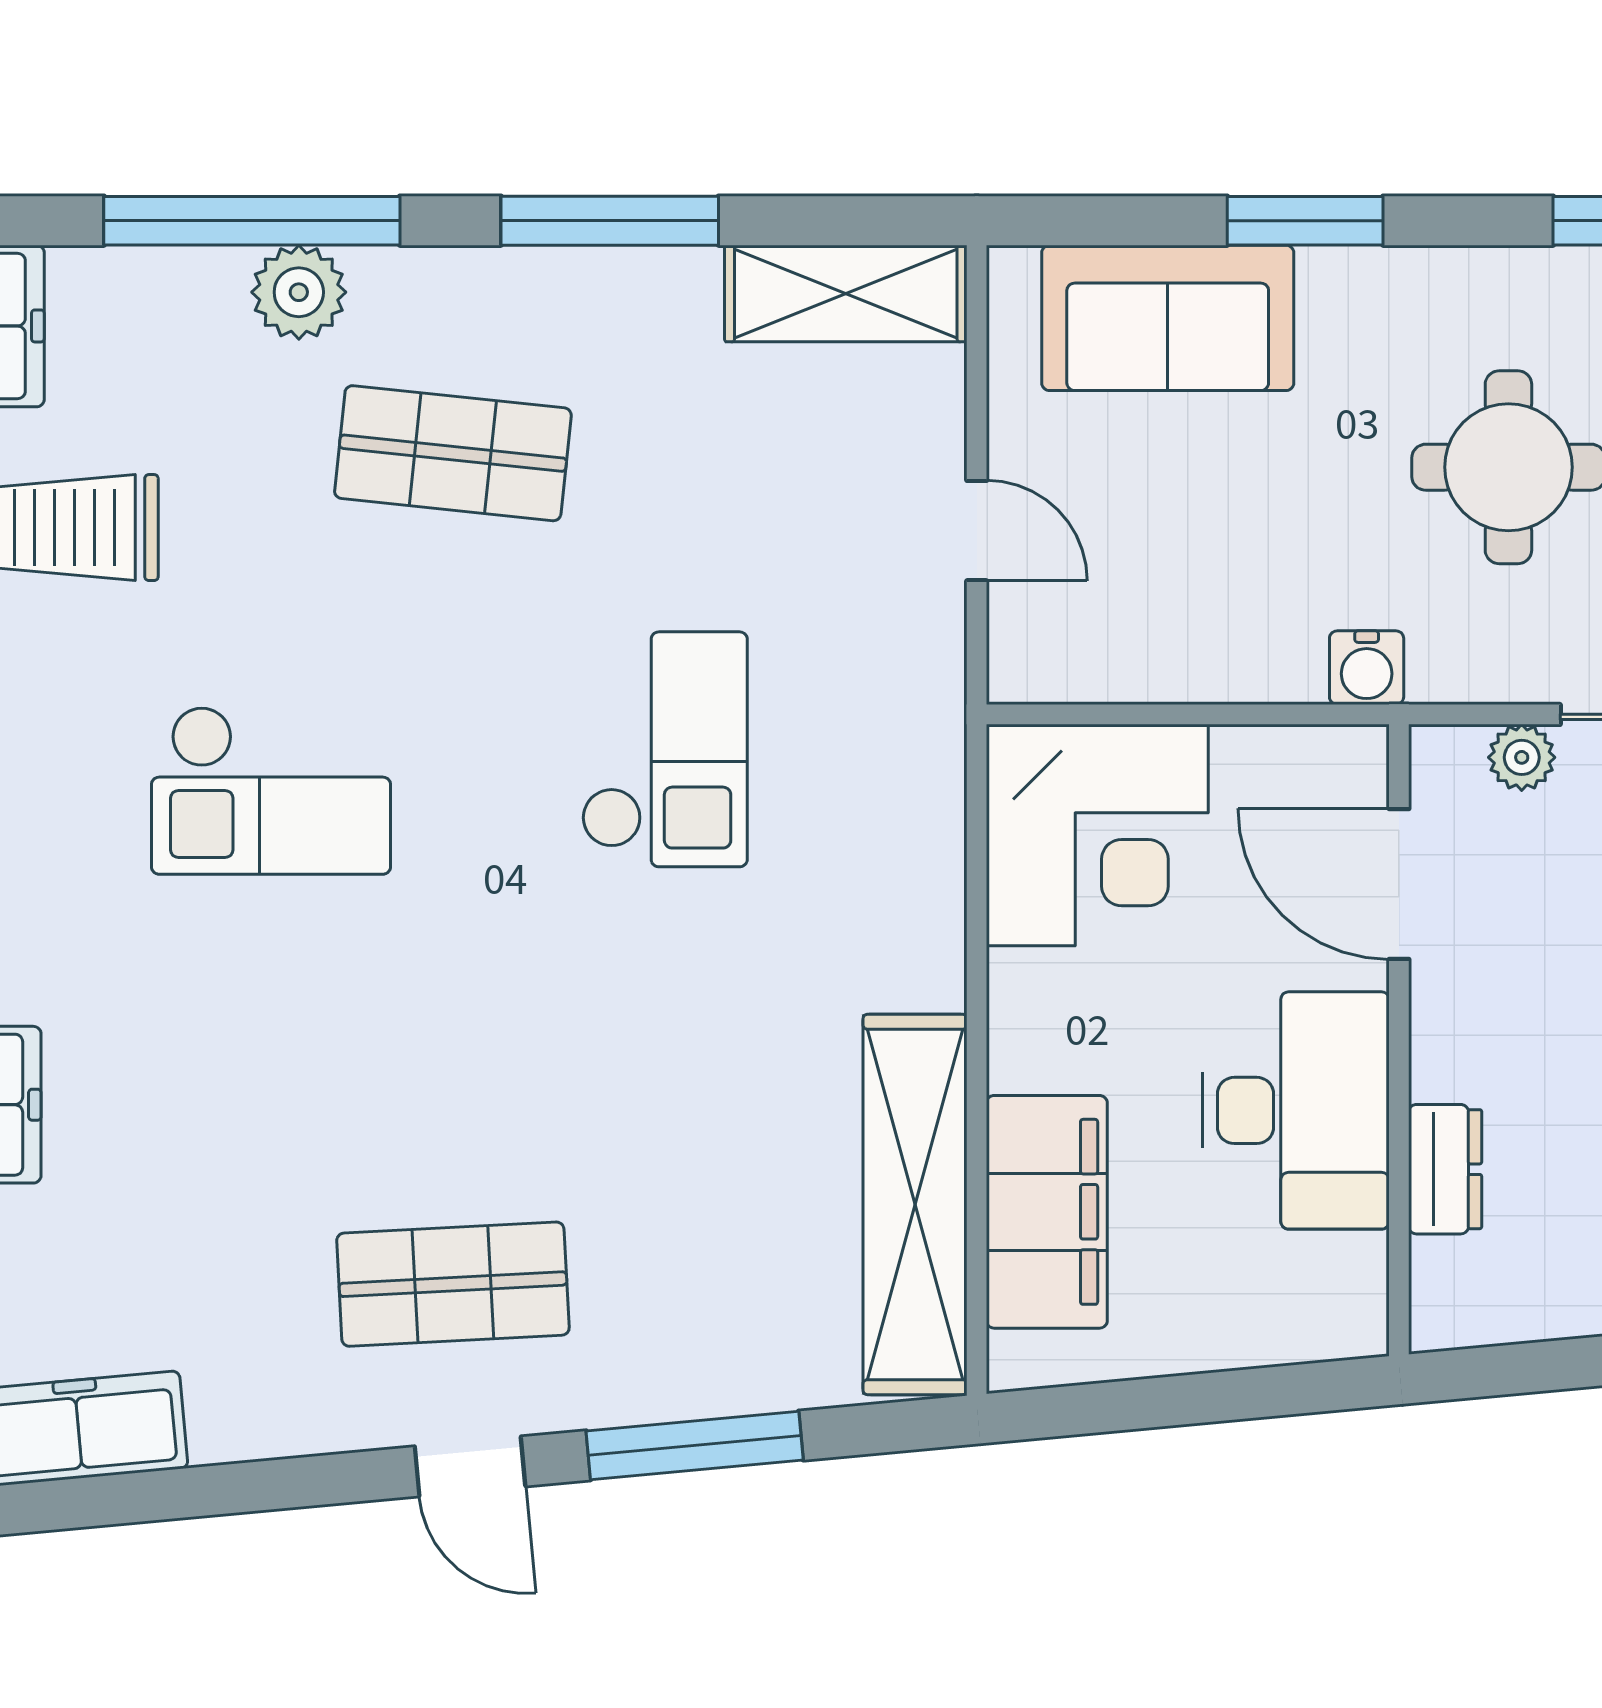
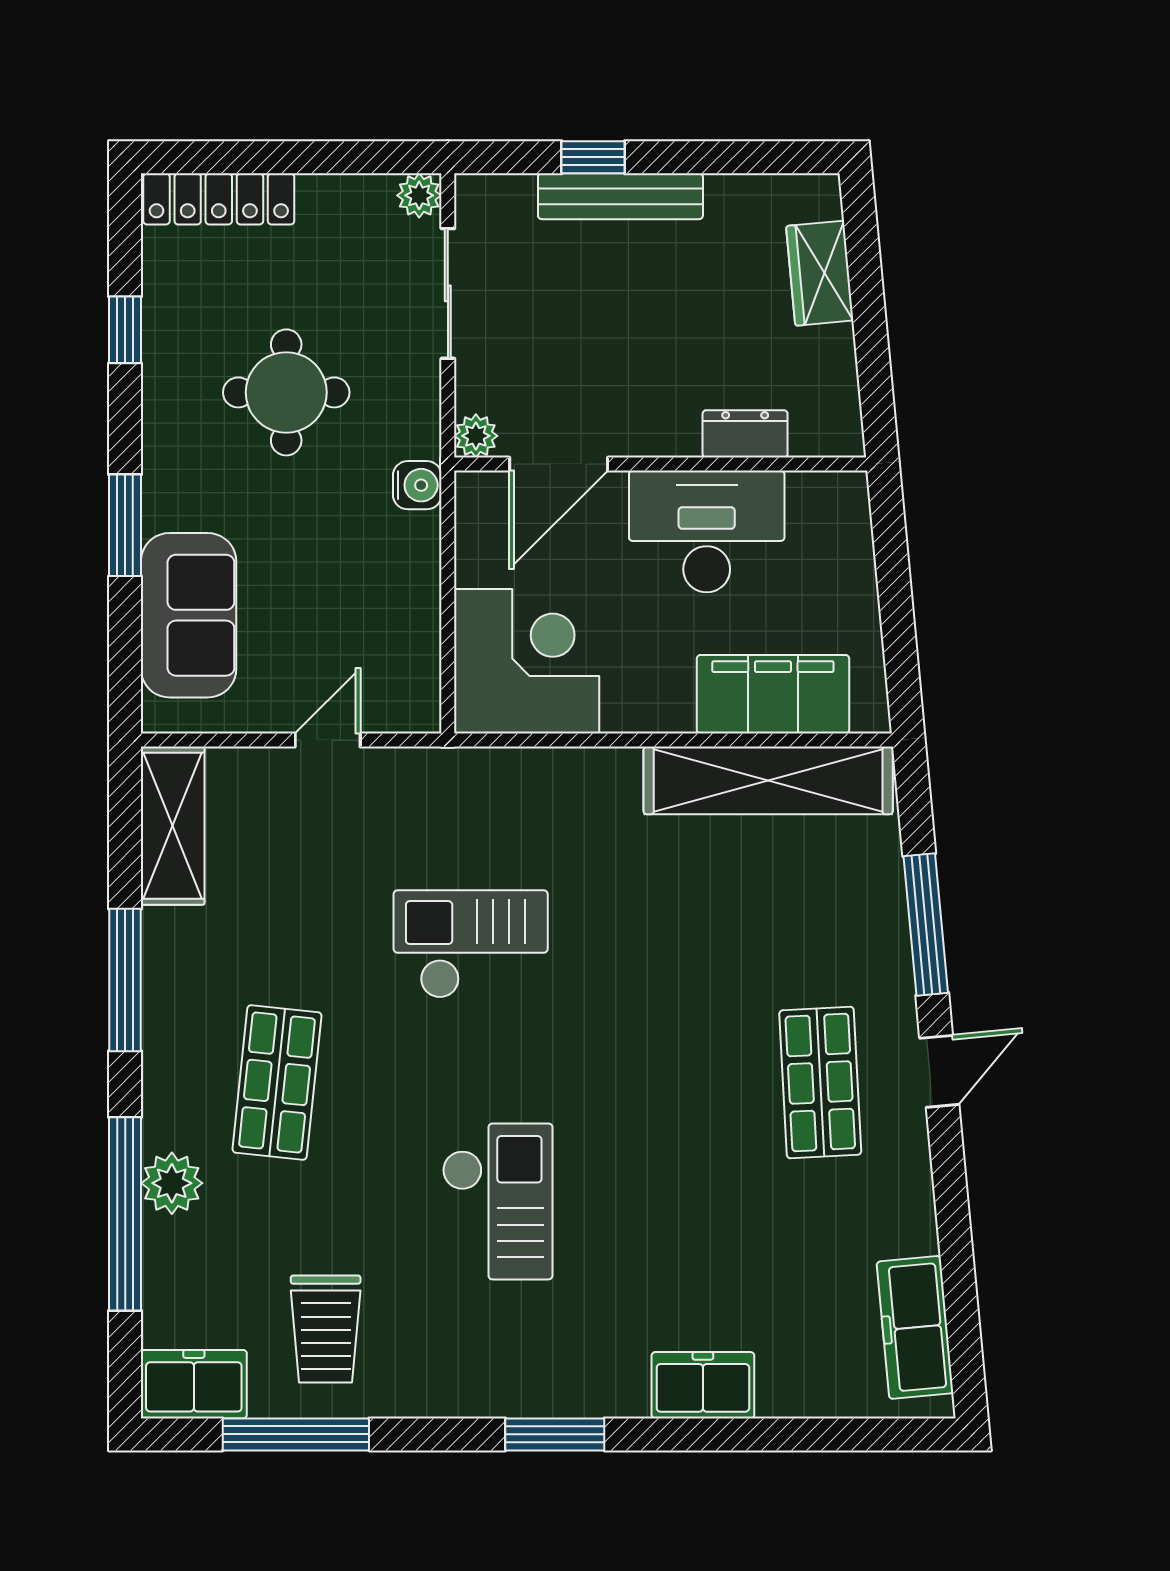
plant: (1522, 757) -> (476, 436), moved

